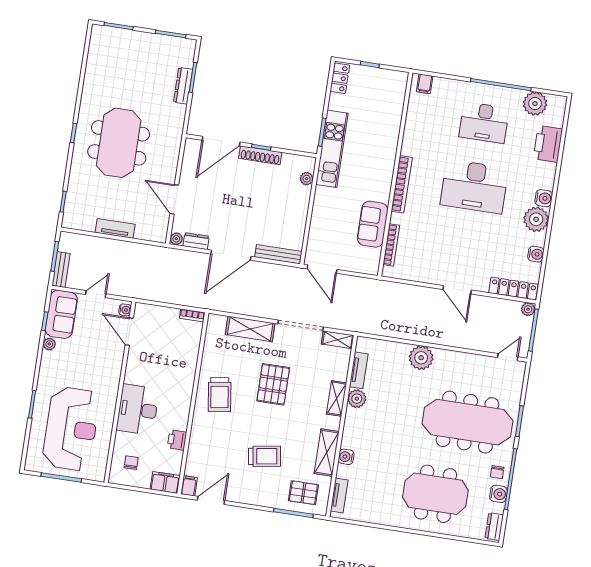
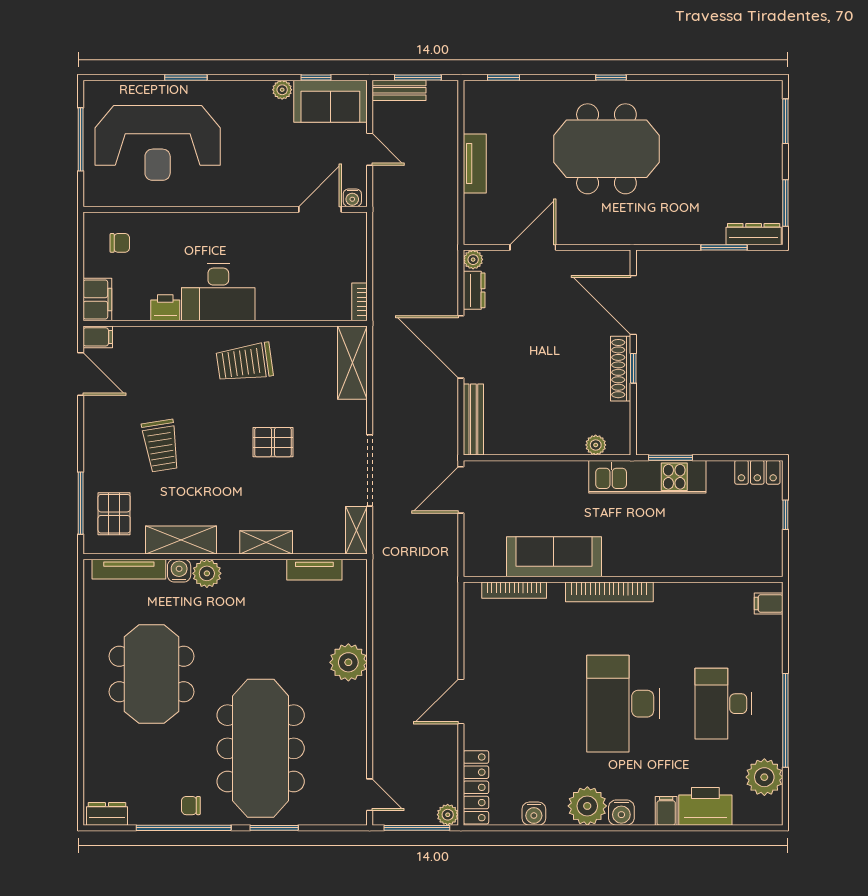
dresser: (183, 86) -> (754, 234), moved
filing cabinet: (547, 169) -> (666, 811), added
sofa: (373, 224) -> (554, 557), width x1.36
shelving: (250, 329) -> (352, 363), moved
pallet: (273, 384) -> (273, 442), width x0.67, depth x0.71
plant: (357, 399) -> (207, 573), moved
desk: (138, 410) -> (218, 292), moved, turned 180
meeting table: (435, 494) -> (151, 674), moved
water cooler: (498, 494) -> (158, 813), removed
tv unit: (339, 495) -> (129, 569), width x1.41

